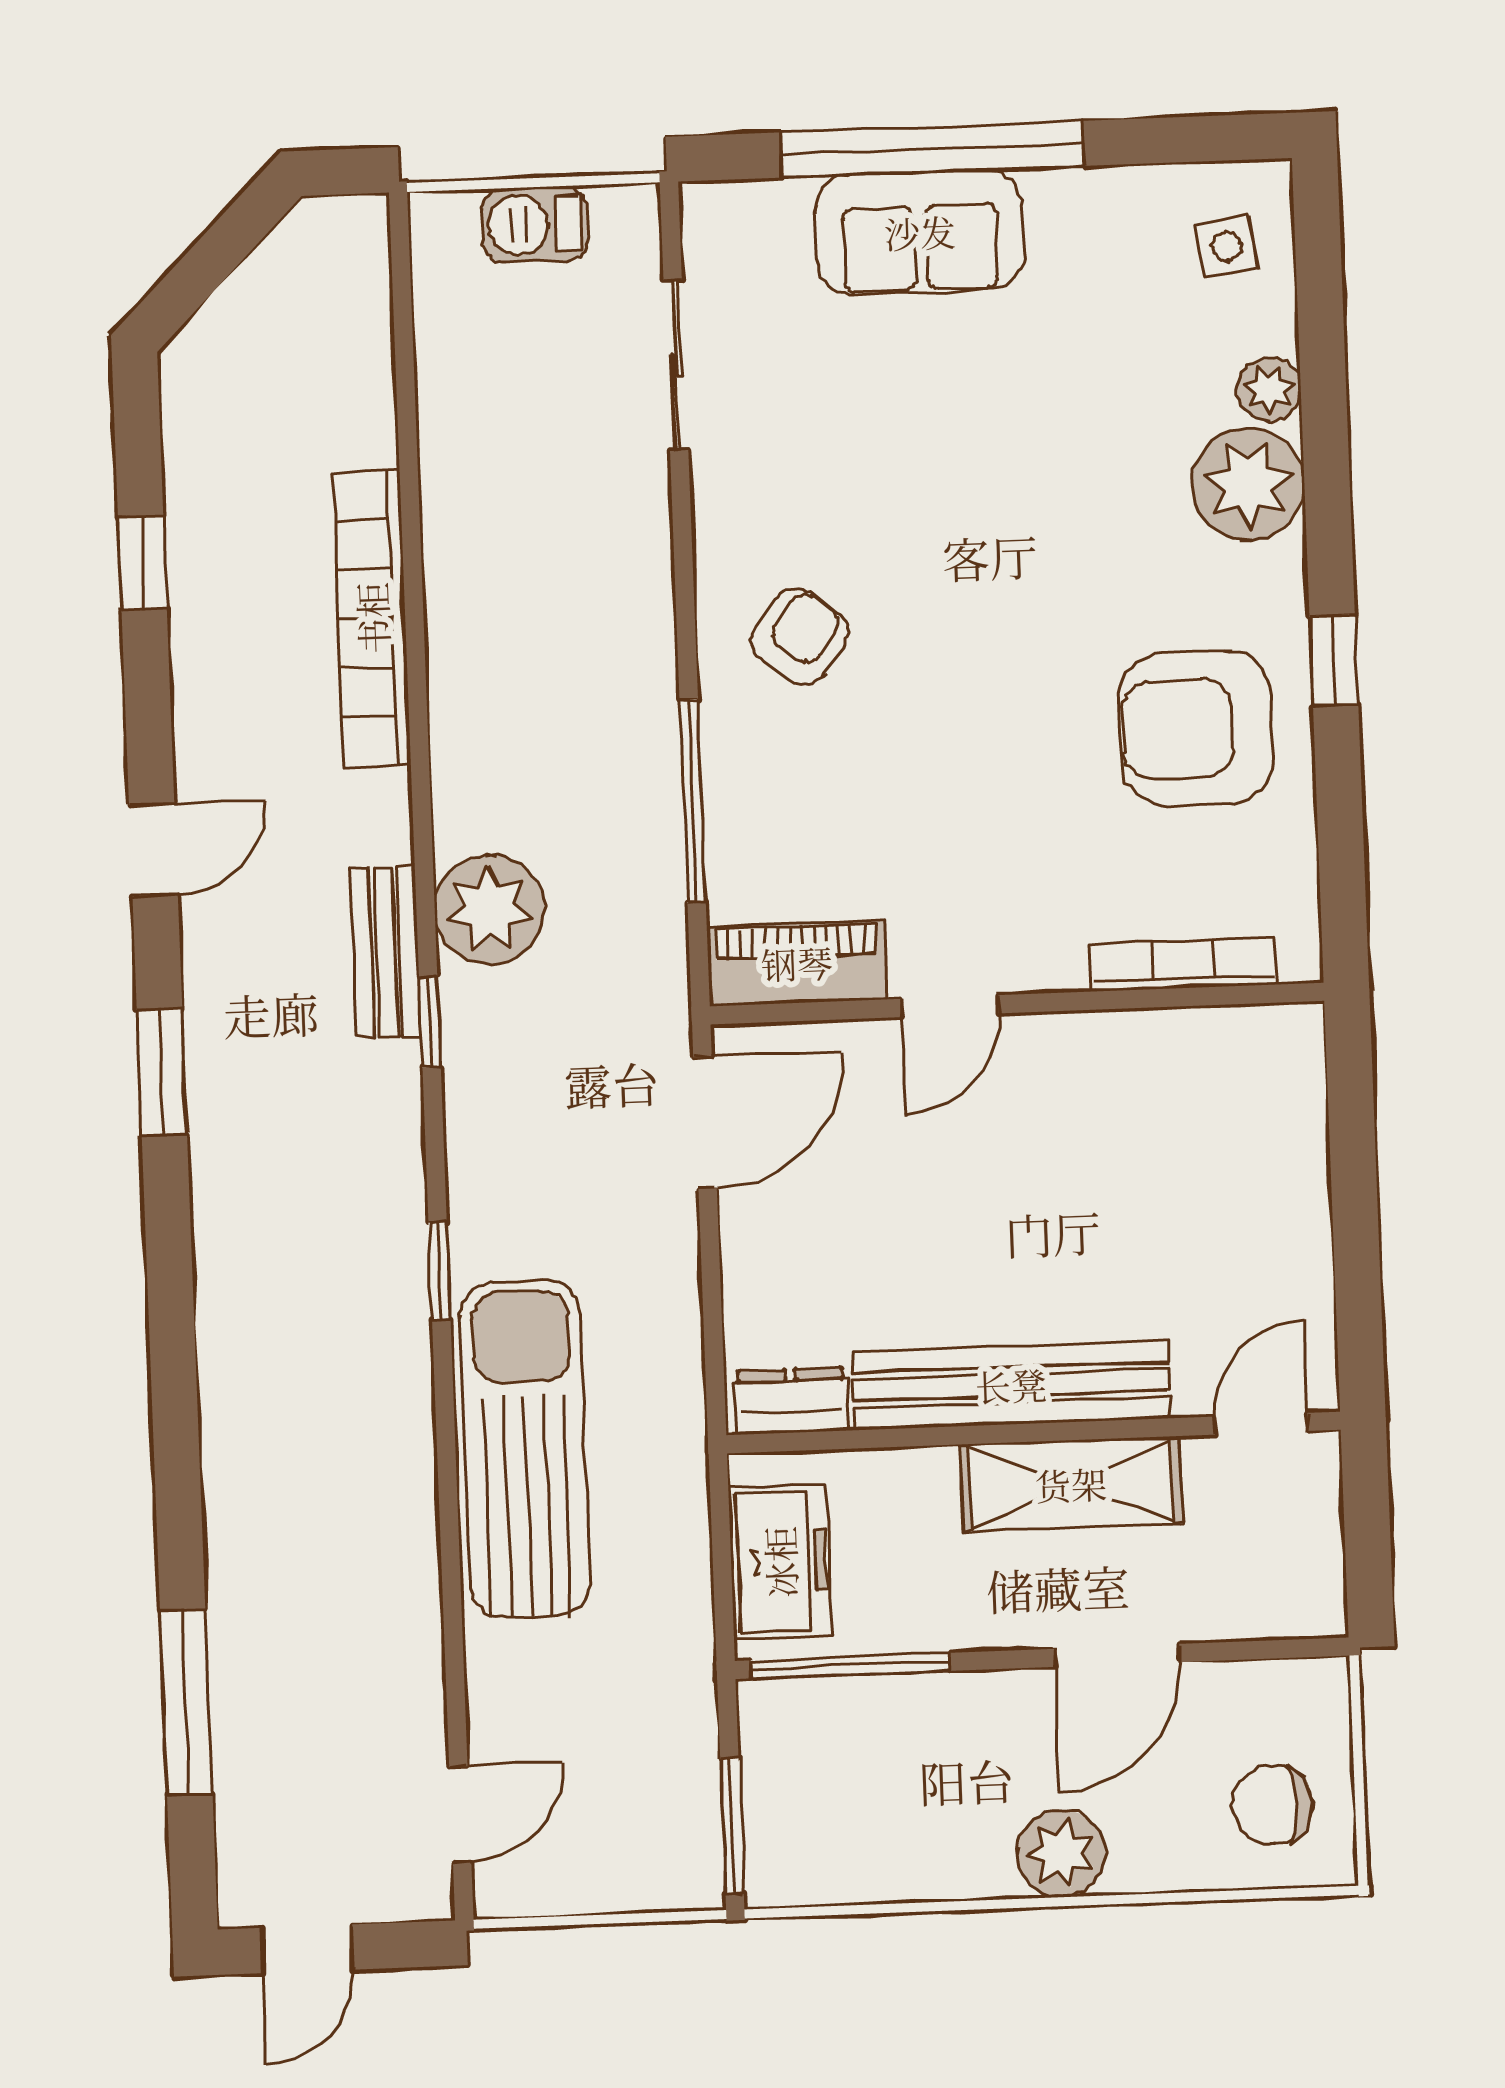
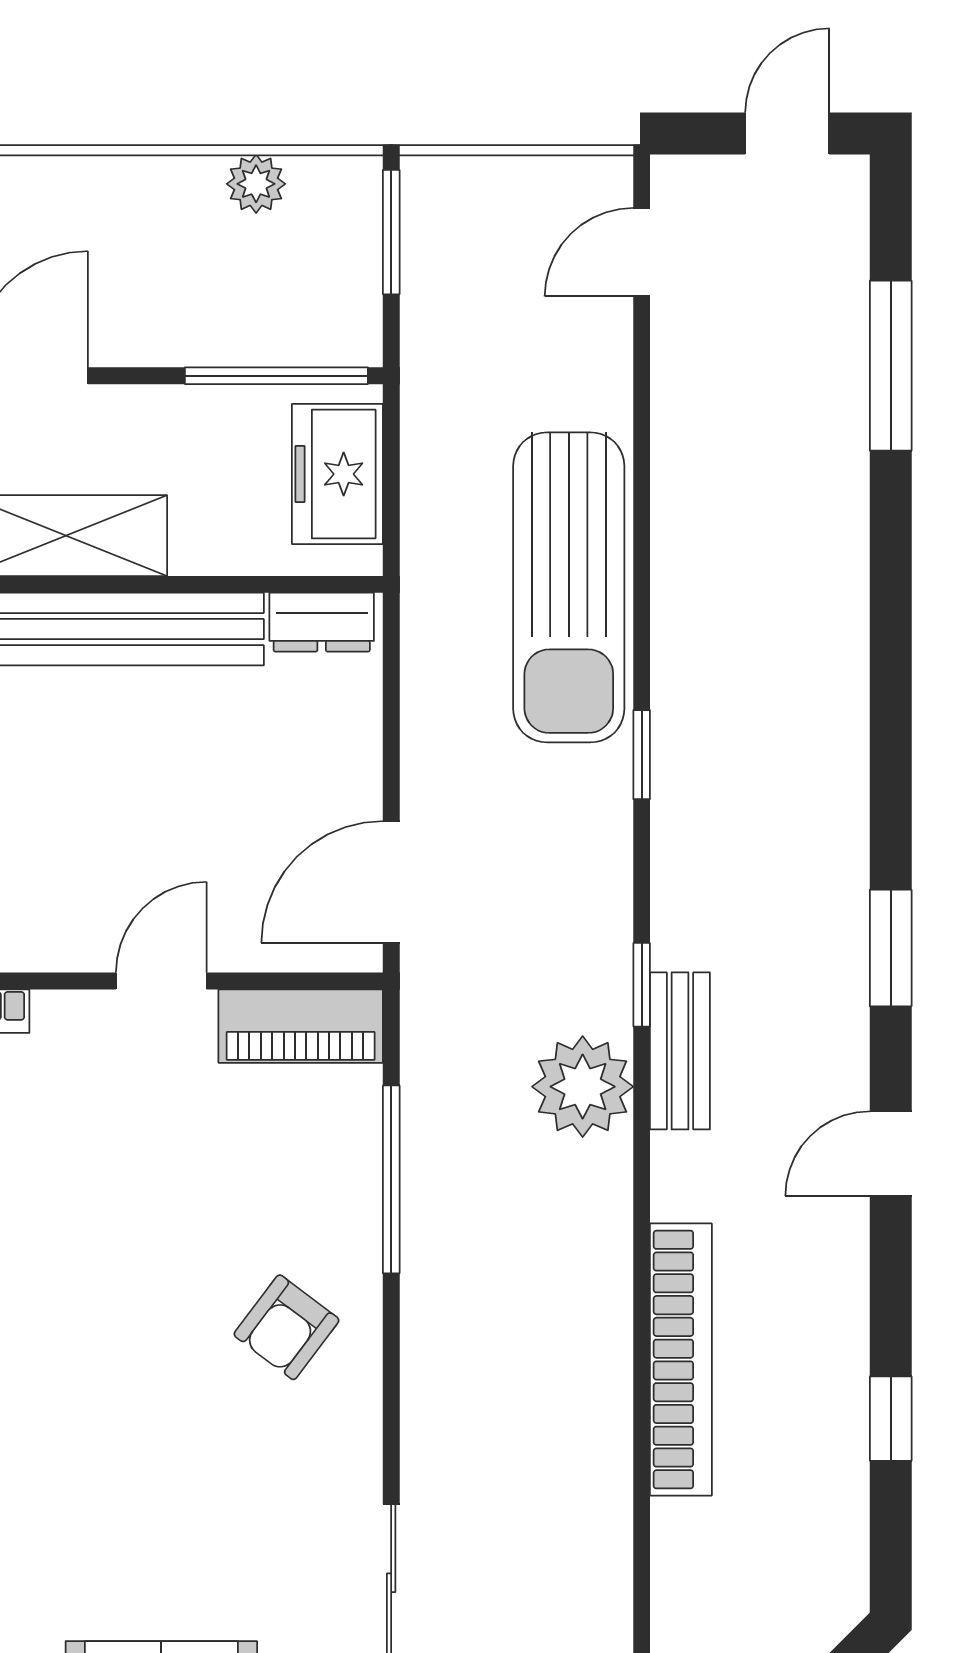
plant: (1061, 1853) -> (256, 184), moved, width x0.73, depth x0.73

